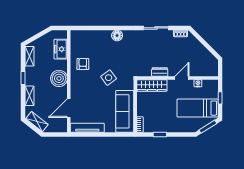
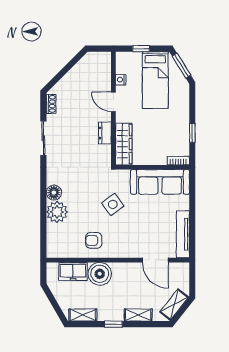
plant: (103, 38) -> (57, 212), added
boiler: (59, 78) -> (100, 274), moved

